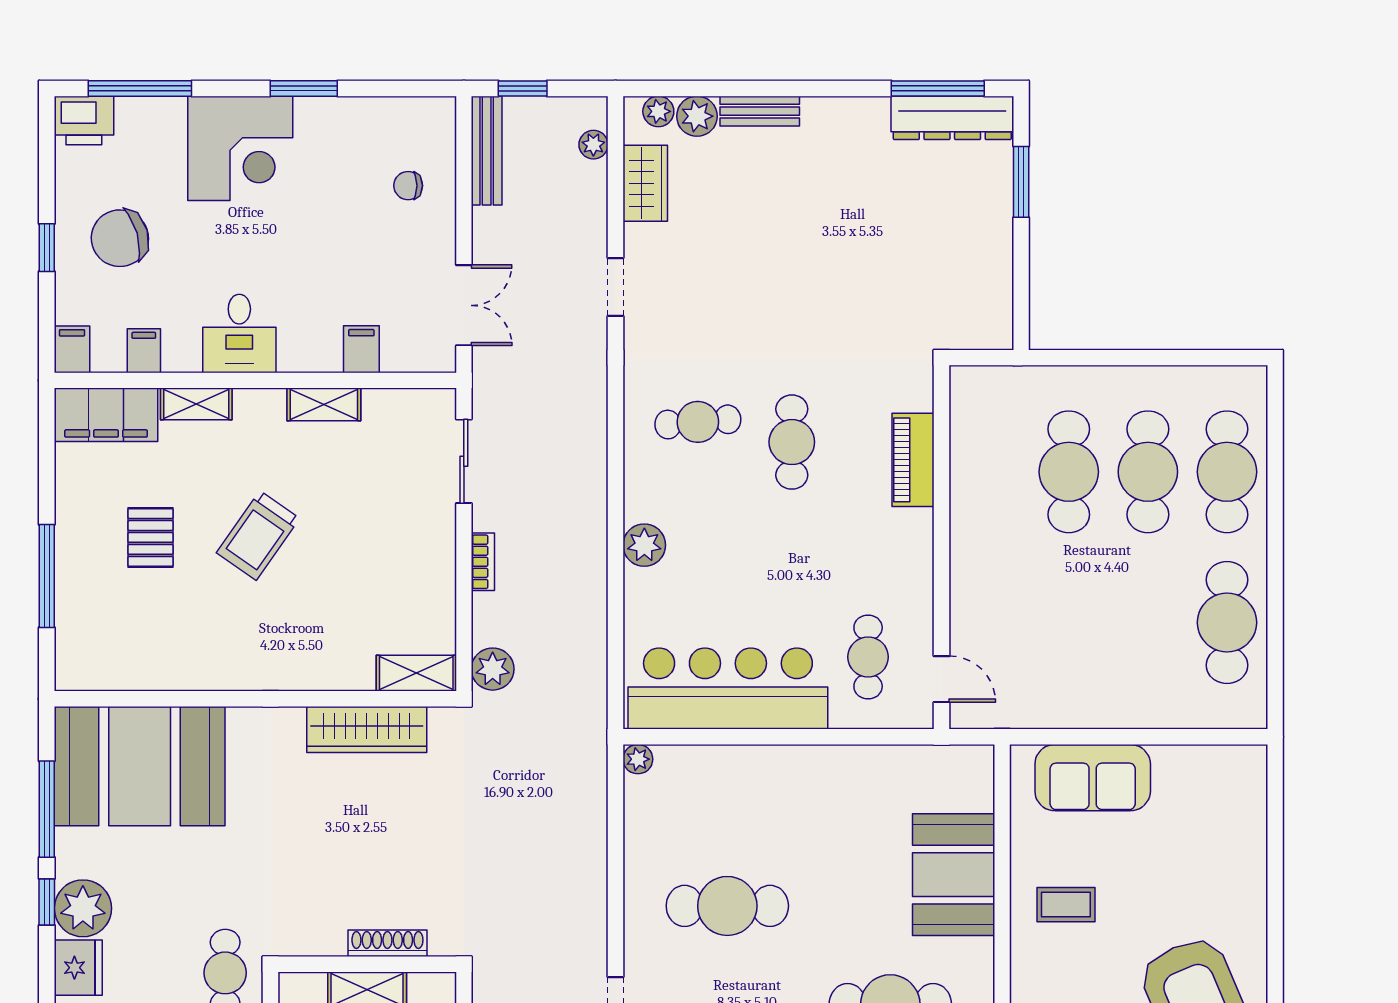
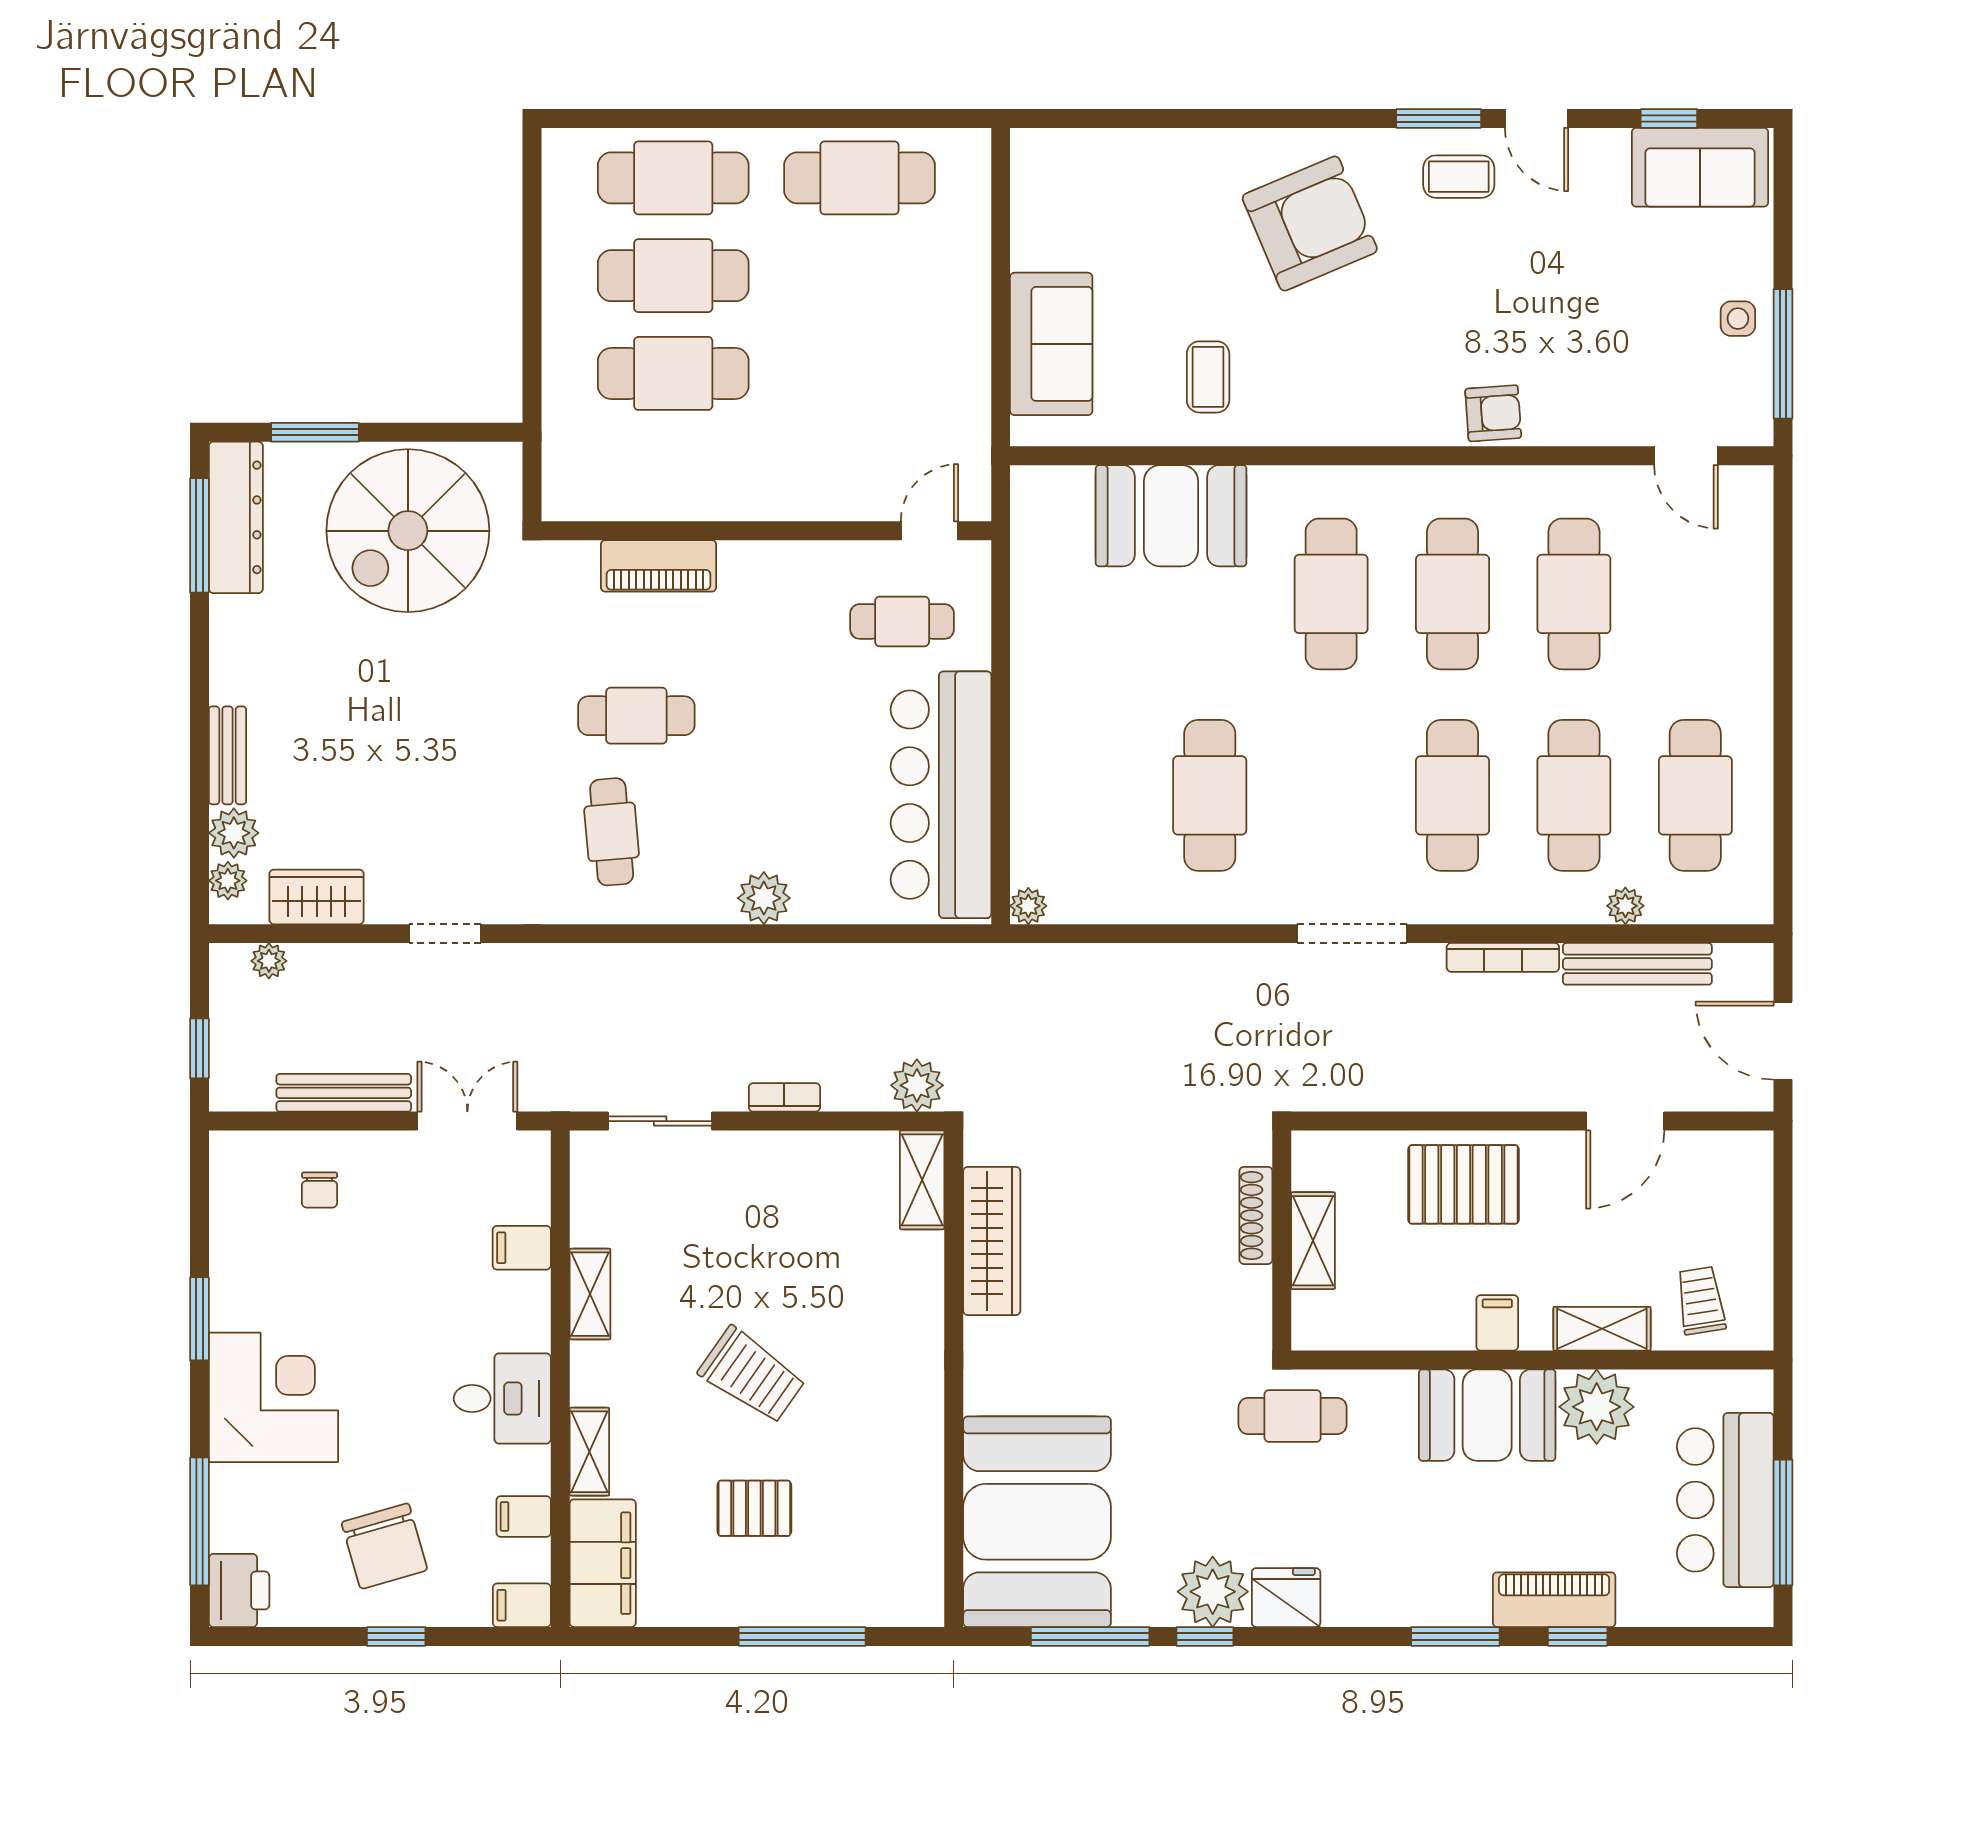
bench: (487, 151) -> (344, 1093), moved
spiral stairs: (942, 257) -> (408, 531), added

